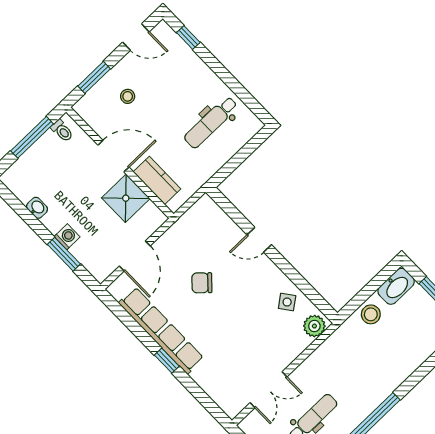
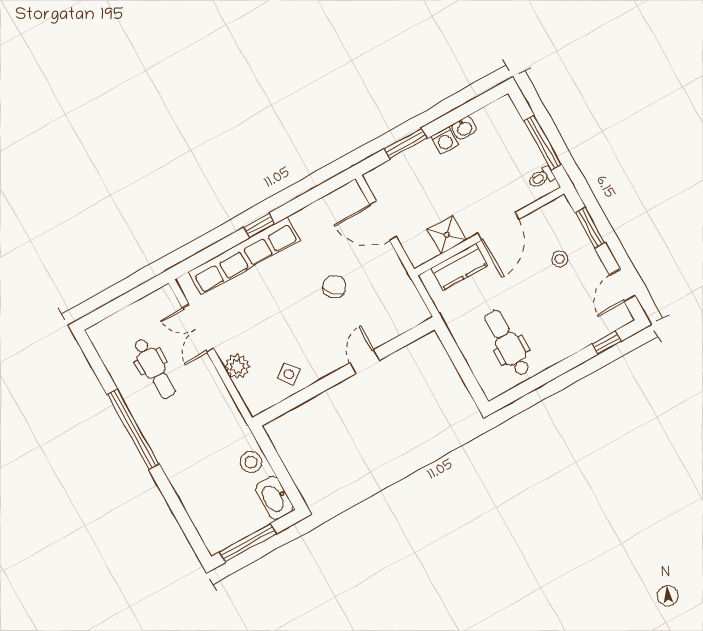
shower: (126, 198) -> (447, 235), width x0.73, depth x0.73
washing machine: (67, 237) -> (444, 141), moved
plant: (314, 326) -> (237, 366), moved
row of seats: (161, 331) -> (244, 256), moved

